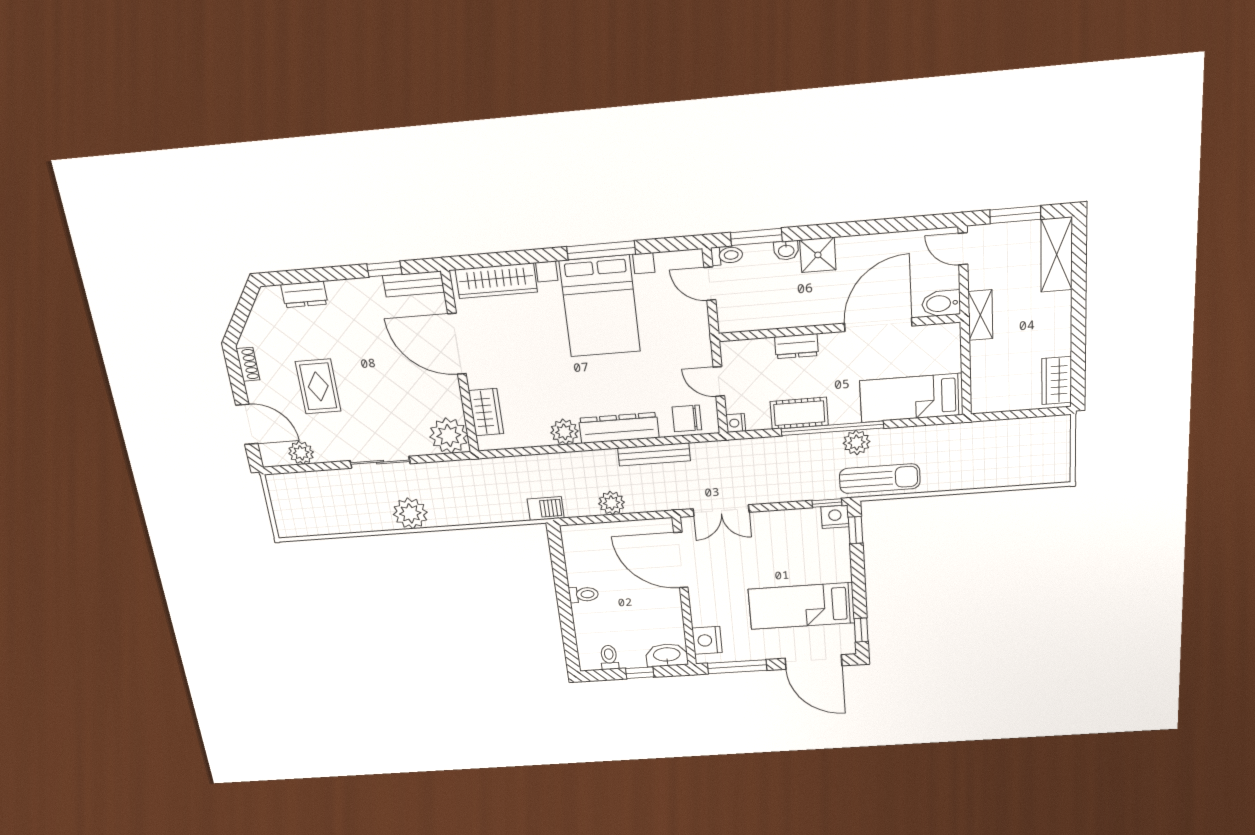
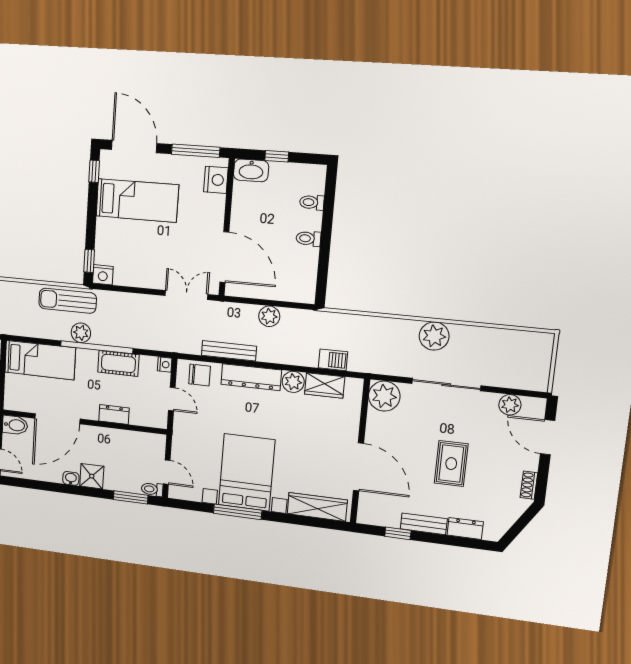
washbasin: (786, 250) -> (71, 478), moved
bench: (413, 284) -> (424, 524), moved
rug: (318, 386) -> (451, 464), moved
wardrobe: (486, 412) -> (325, 385), moved, turned -90
sliding door: (380, 462) -> (446, 385), width x1.37
window: (827, 503) -> (107, 287), removed
barbecue: (546, 508) -> (333, 360), moved, turned 180
toilet: (609, 657) -> (312, 202), moved, turned 90

